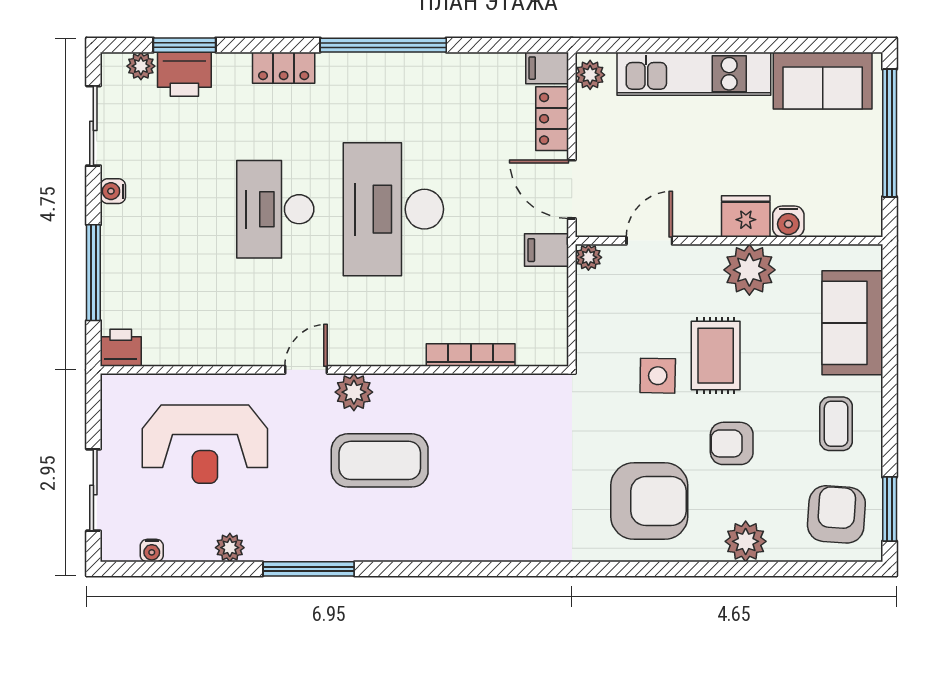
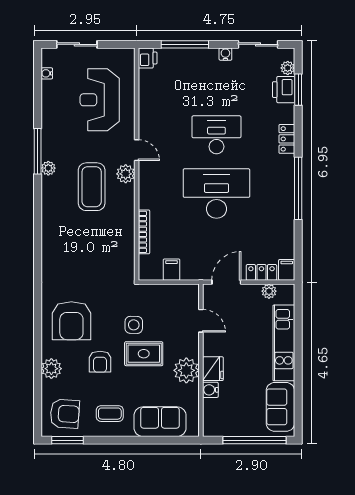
plant: (590, 75) -> (269, 291), moved
filing cabinet: (547, 250) -> (171, 270), moved
plant: (588, 257) -> (193, 290), removed
armchair: (732, 443) -> (100, 362), turned 180
plant: (230, 548) -> (48, 168), moved

